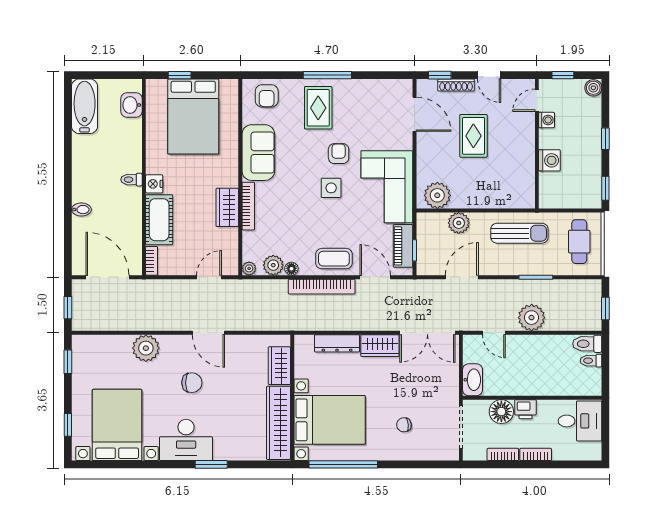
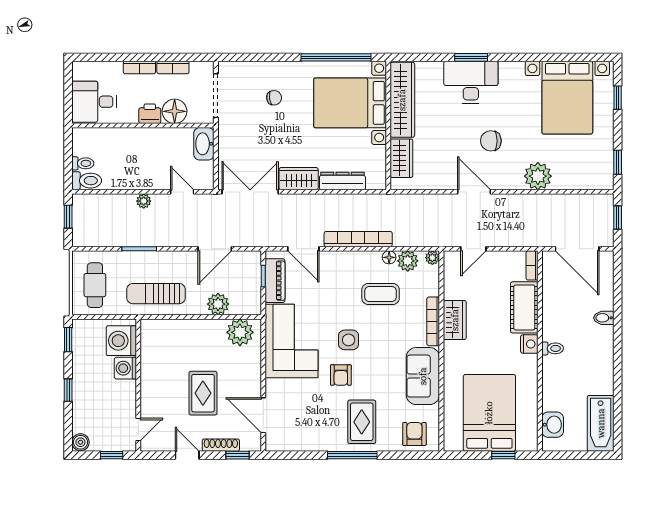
washing machine: (547, 120) -> (121, 341), moved, width x1.89, depth x1.89
coffee table: (334, 259) -> (381, 294), moved
plant: (532, 318) -> (144, 201), width x0.53, depth x0.53
desk: (186, 440) -> (471, 82), moved

